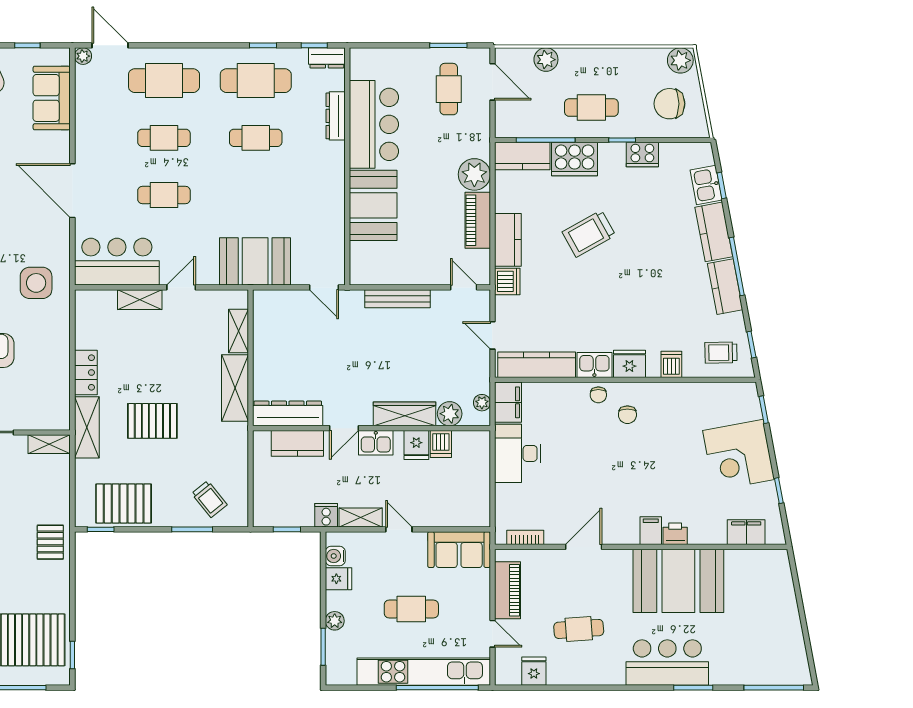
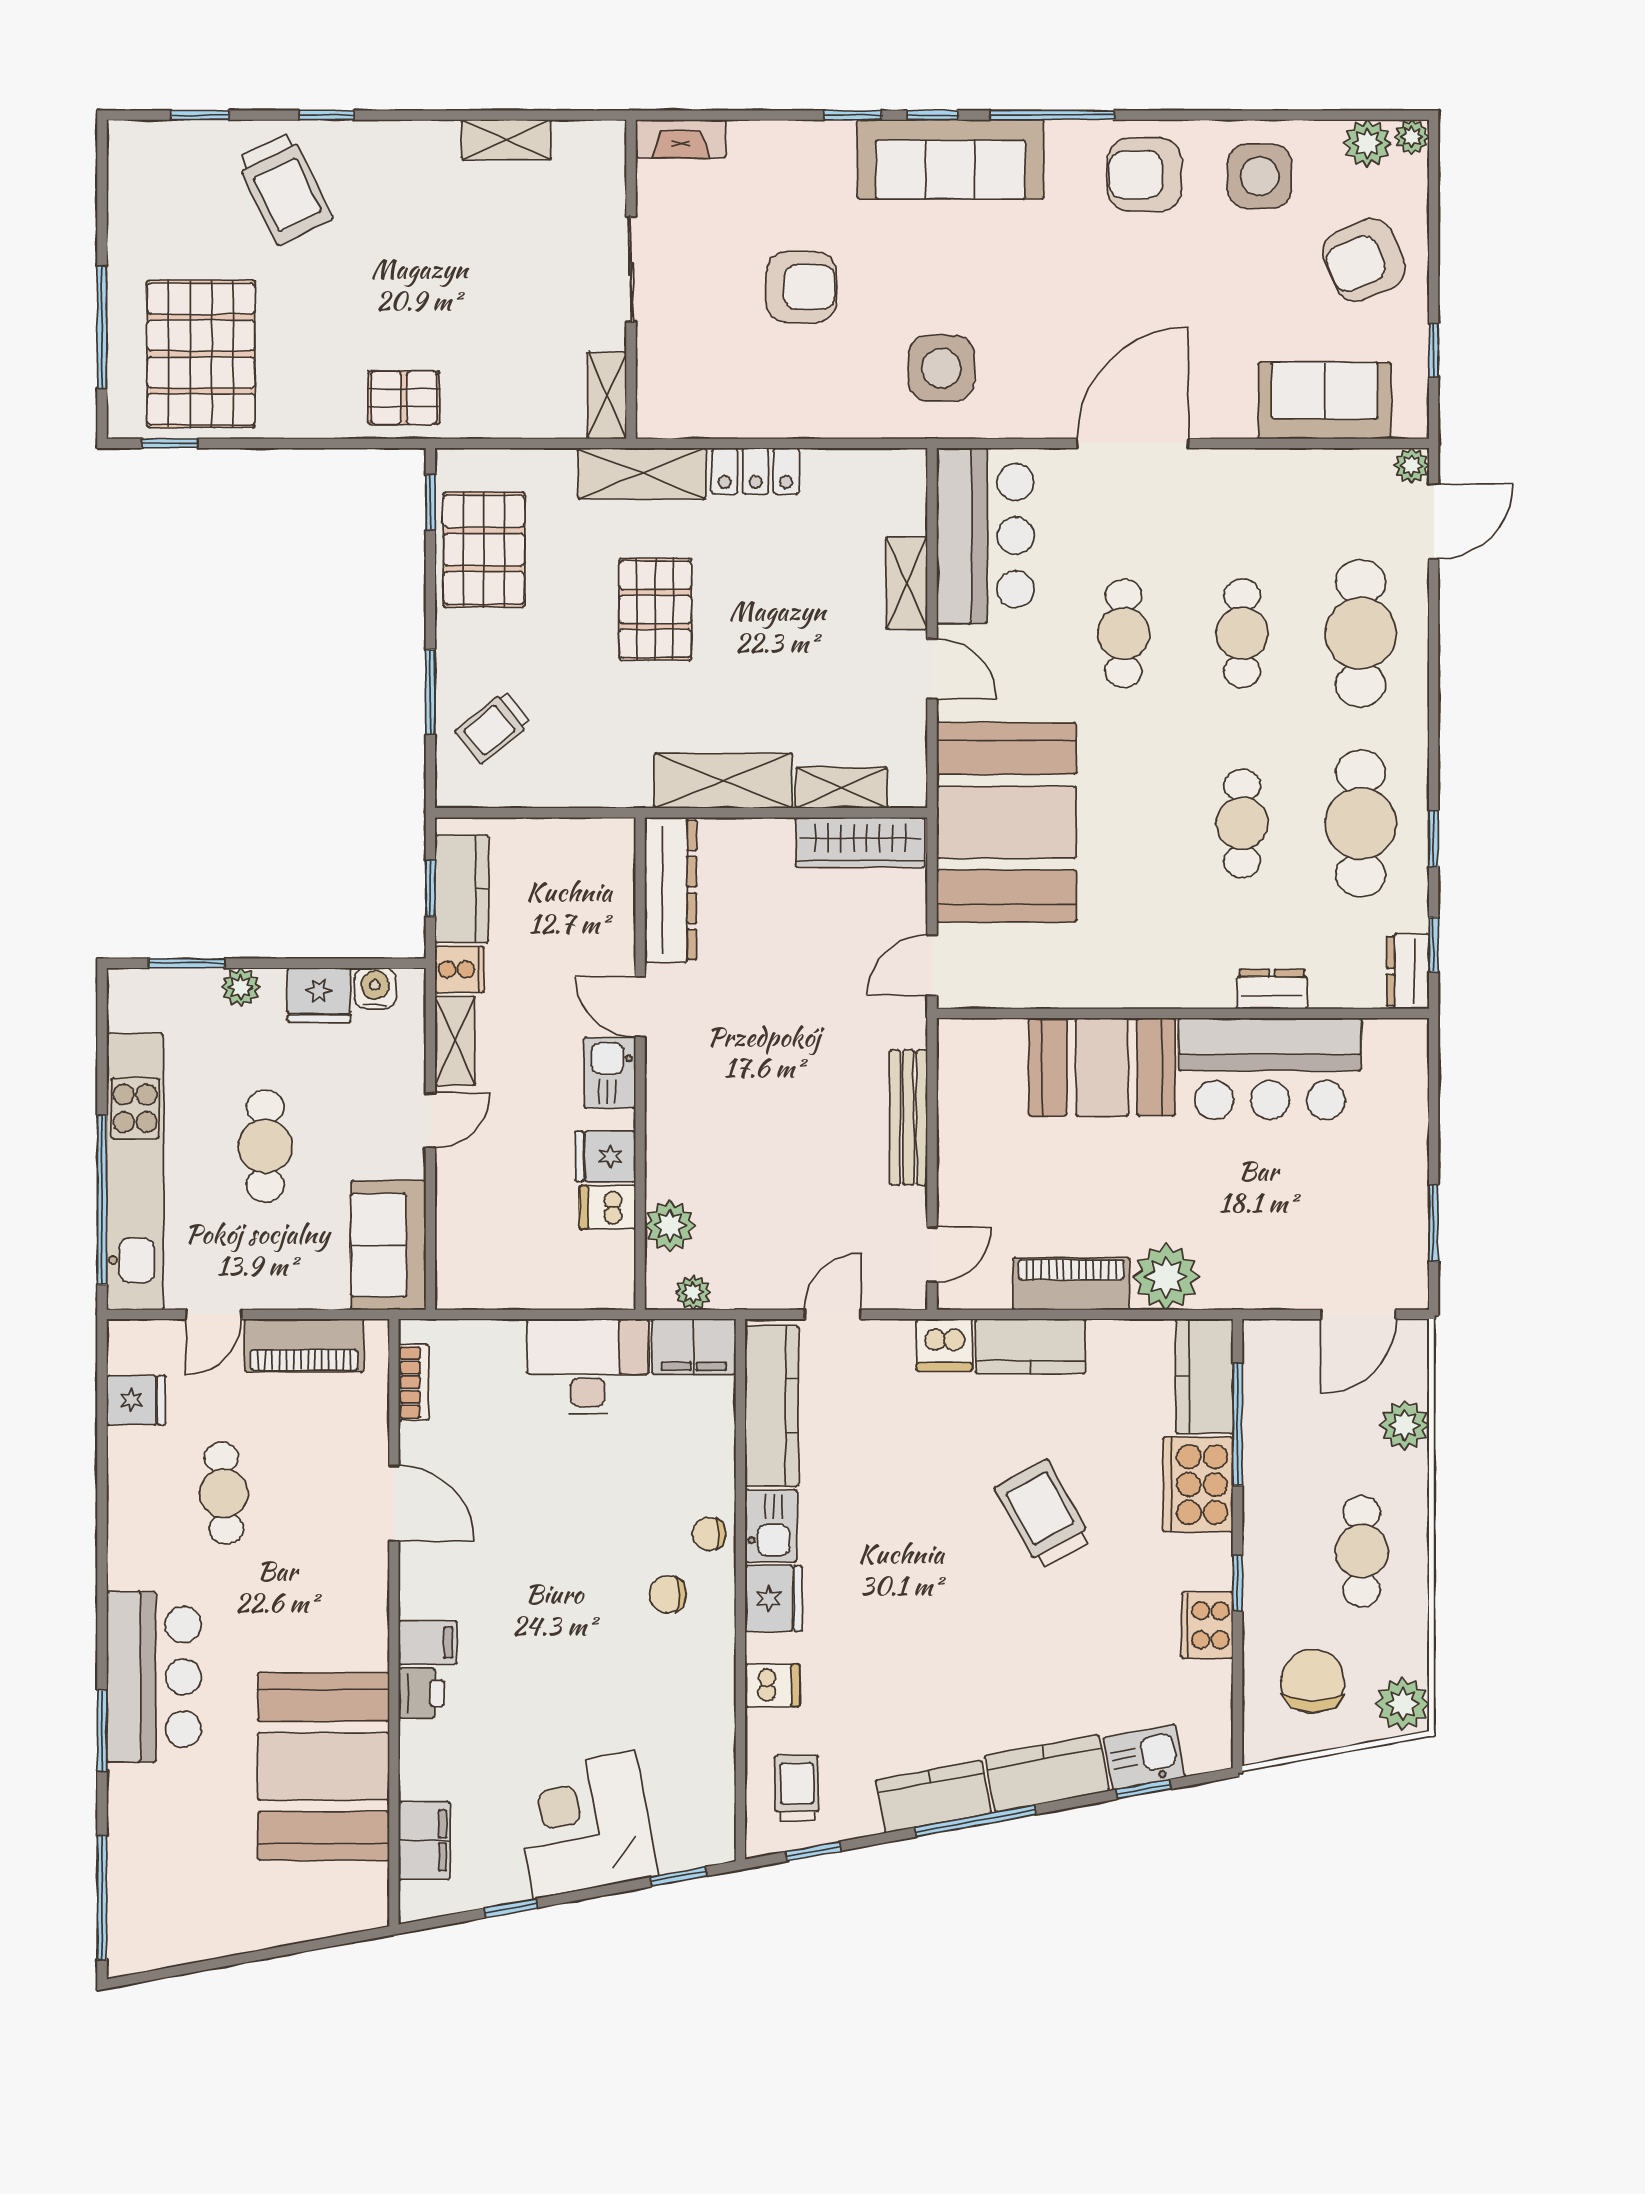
cafe table: (449, 89) -> (1343, 1224), removed
cafe table: (591, 108) -> (1362, 1551), moved
dresser: (336, 116) -> (1272, 989), width x0.70
booth: (255, 261) -> (1006, 822), width x1.36, depth x1.42
wardrobe: (404, 414) -> (860, 842), moved, turned 90
kitchen counter: (297, 443) -> (462, 889), moved, turned 180
fridge: (338, 579) -> (319, 995), width x1.38
booth: (678, 581) -> (324, 1766), moved

